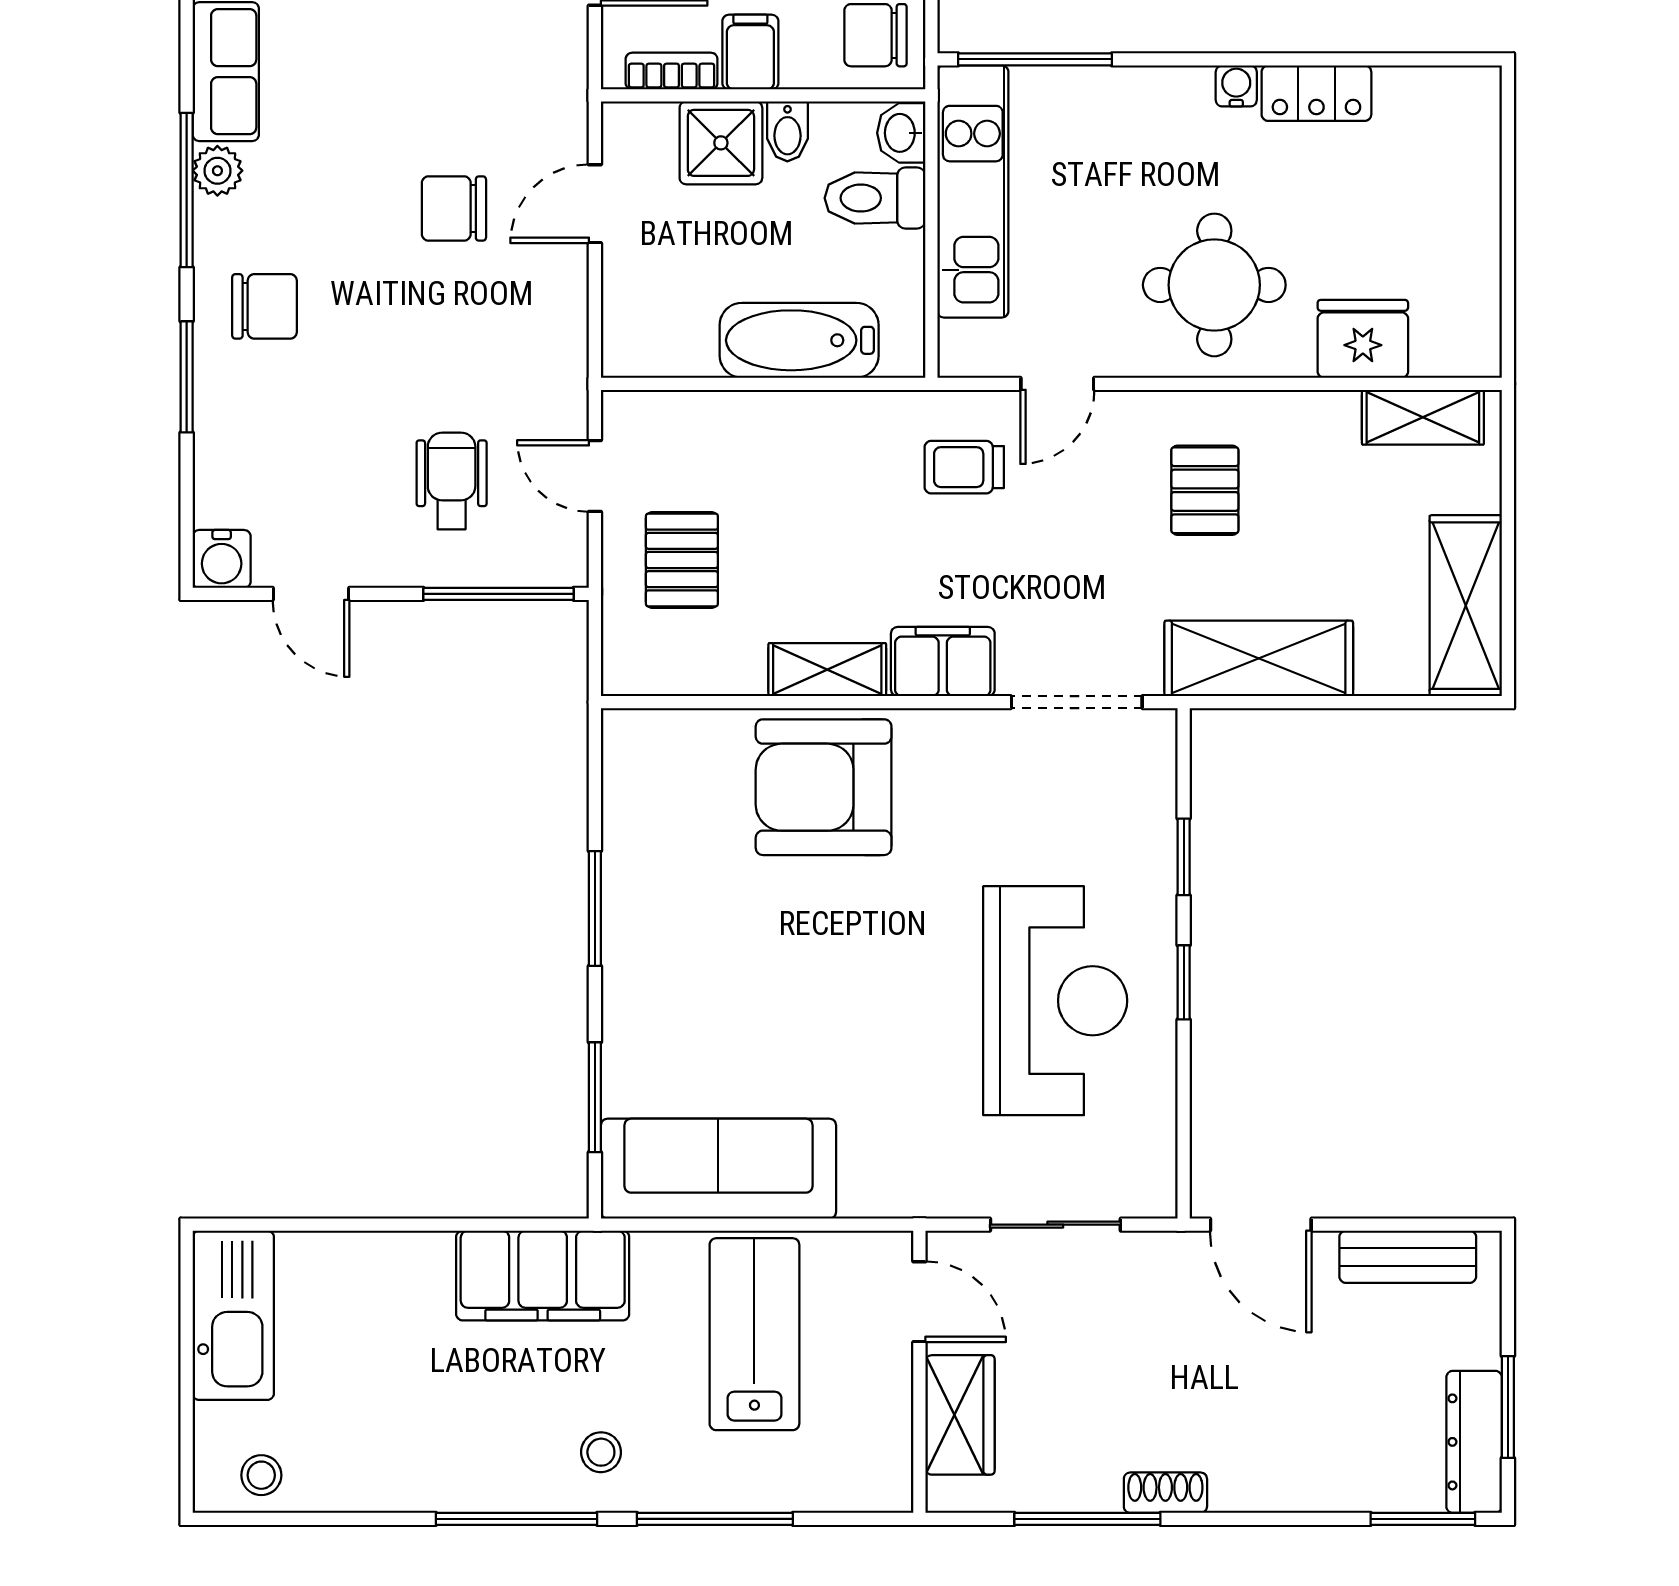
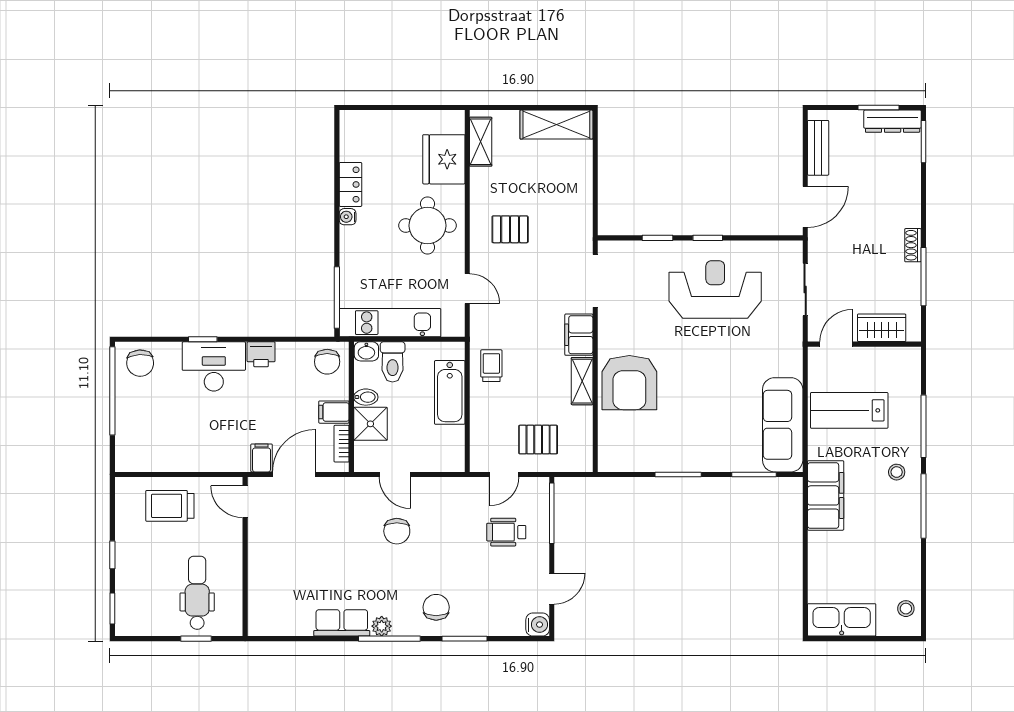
fridge: (1363, 339) -> (444, 159), width x1.36, depth x1.34
trolley: (964, 467) -> (491, 366), moved, turned 180
shelving: (1259, 658) -> (578, 208), removed

